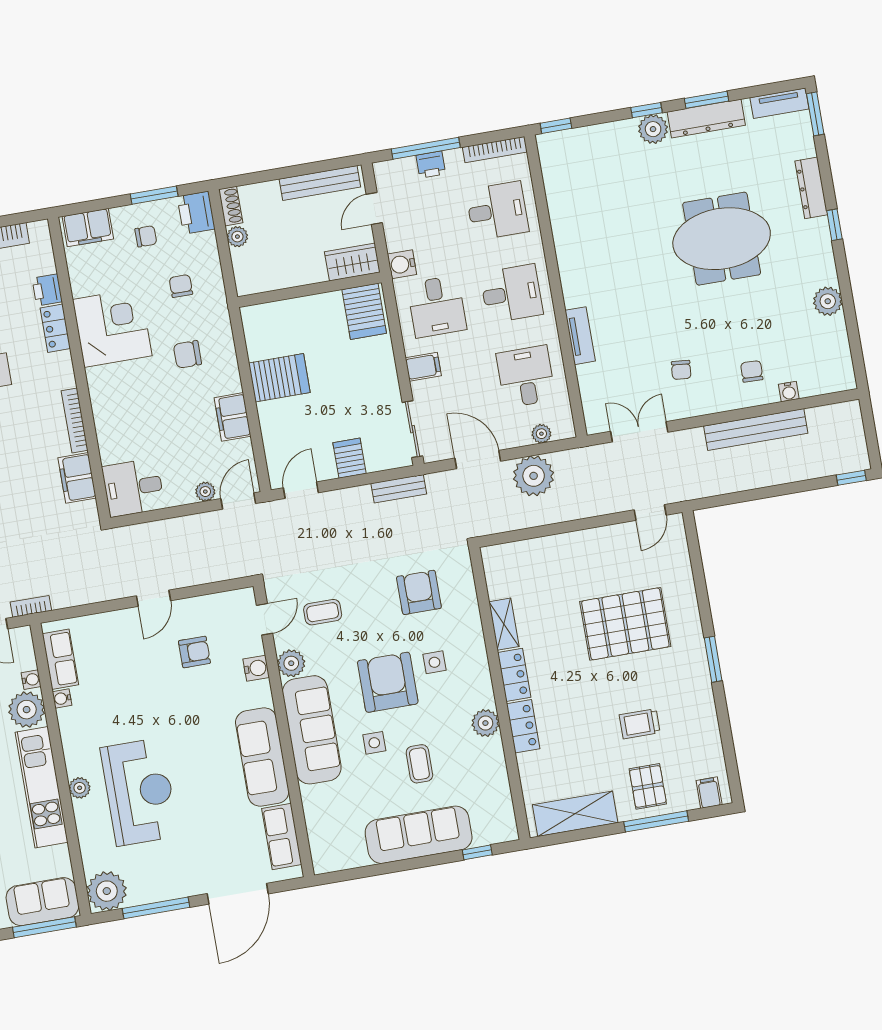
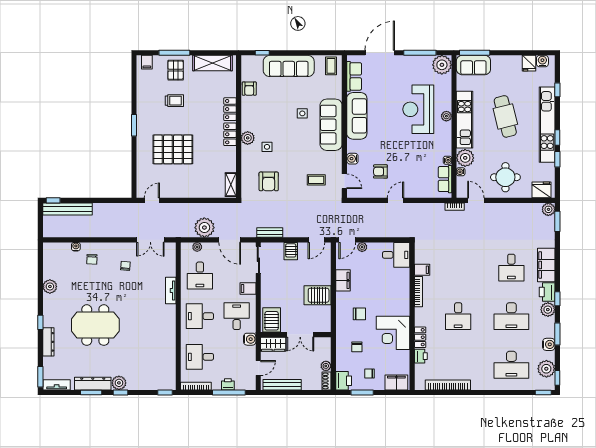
double door: (301, 291) -> (300, 335), added
bench: (756, 430) -> (67, 209), moved
filing cabinet: (77, 478) -> (422, 270), width x0.50
door: (264, 619) -> (344, 181), swing flipped
shelving: (504, 624) -> (231, 185), moved
plant: (291, 663) -> (335, 158), removed
armchair: (388, 682) -> (249, 89), moved, width x0.53, depth x0.53
plant: (485, 723) -> (248, 138), moved
coffee table: (419, 764) -> (331, 66), moved

